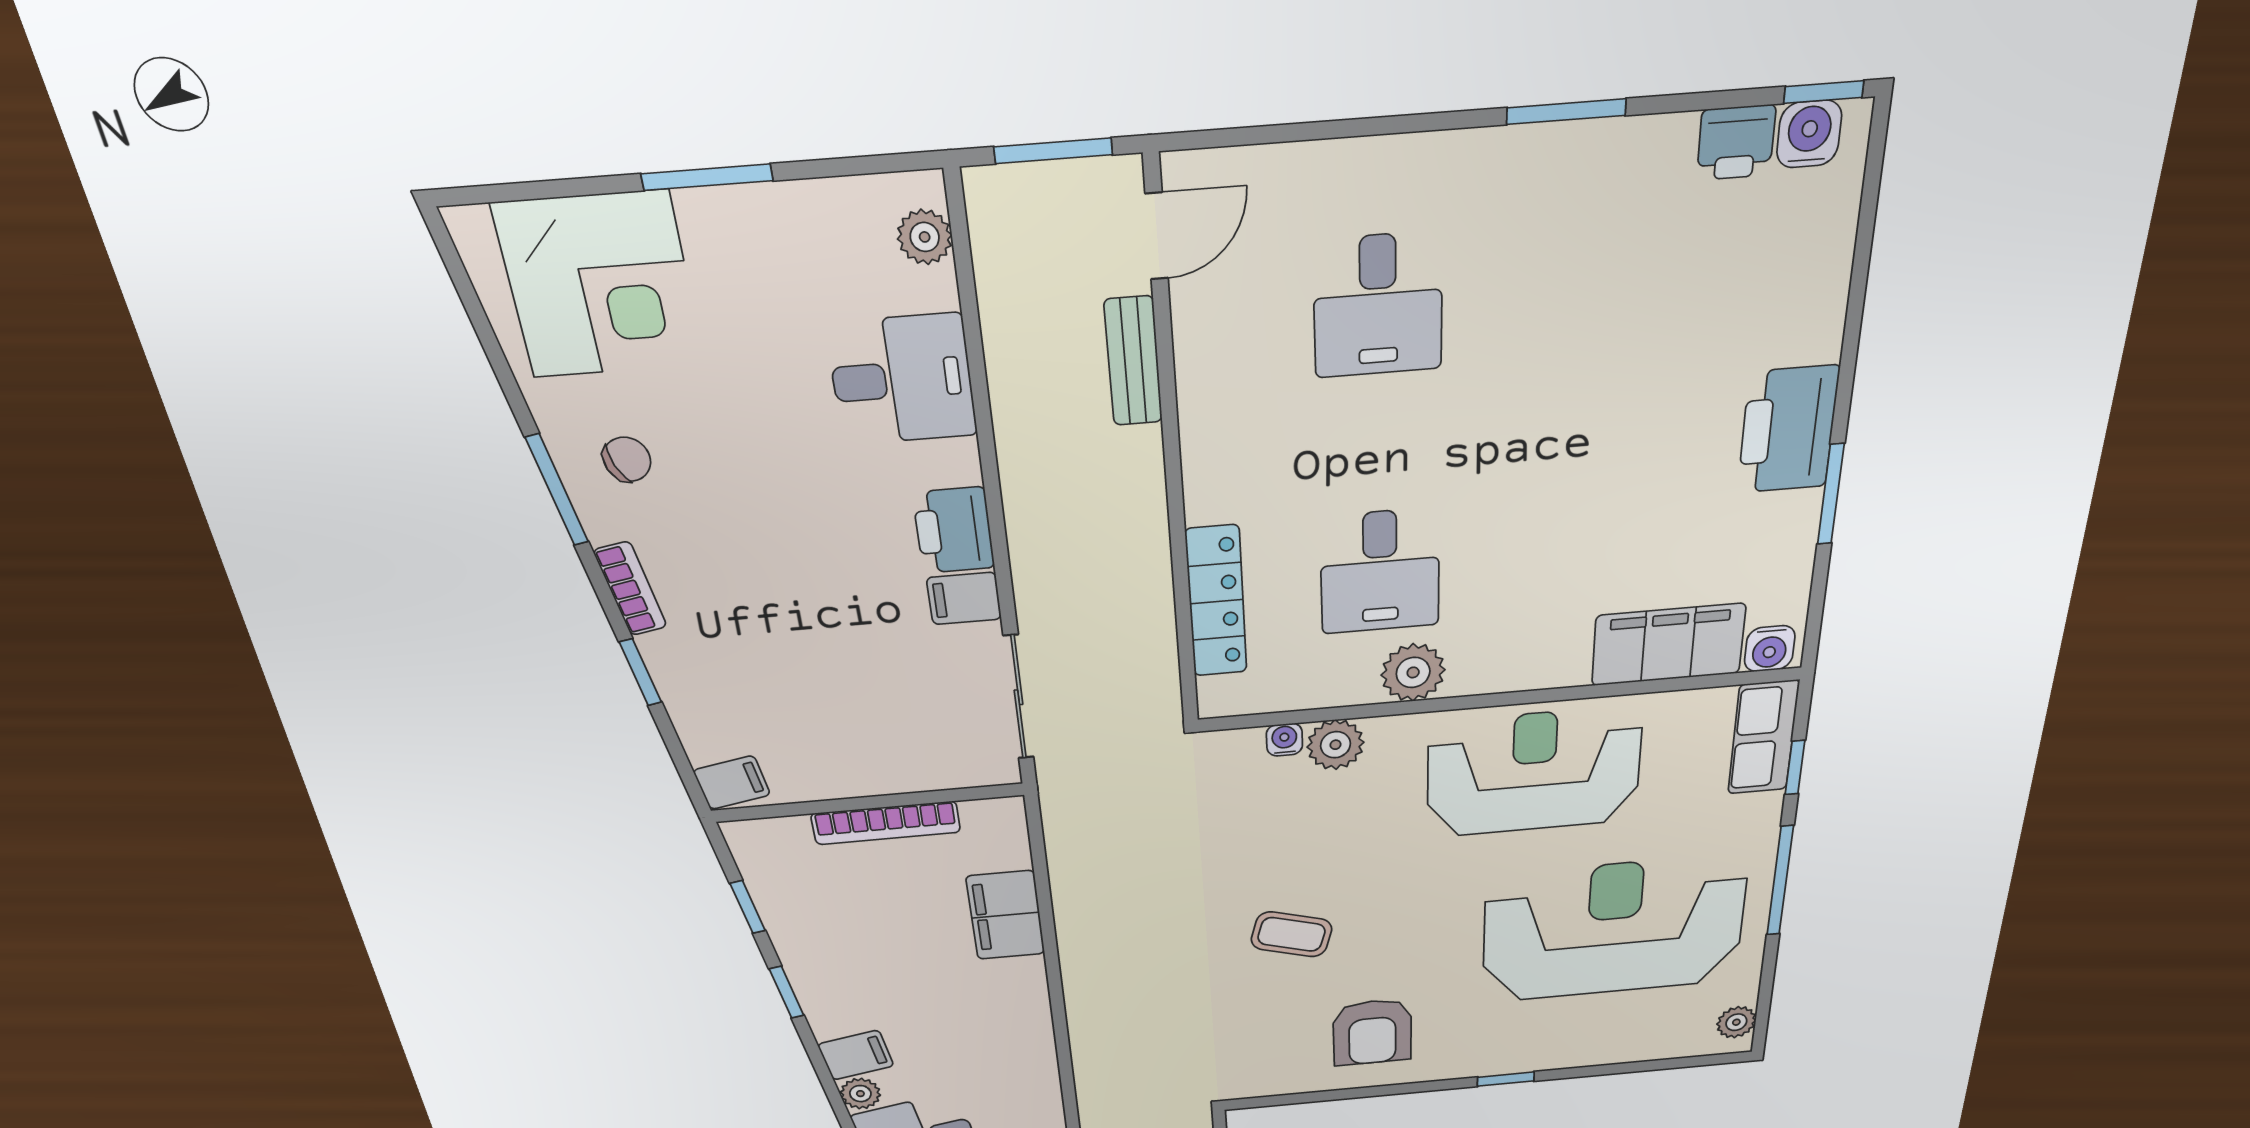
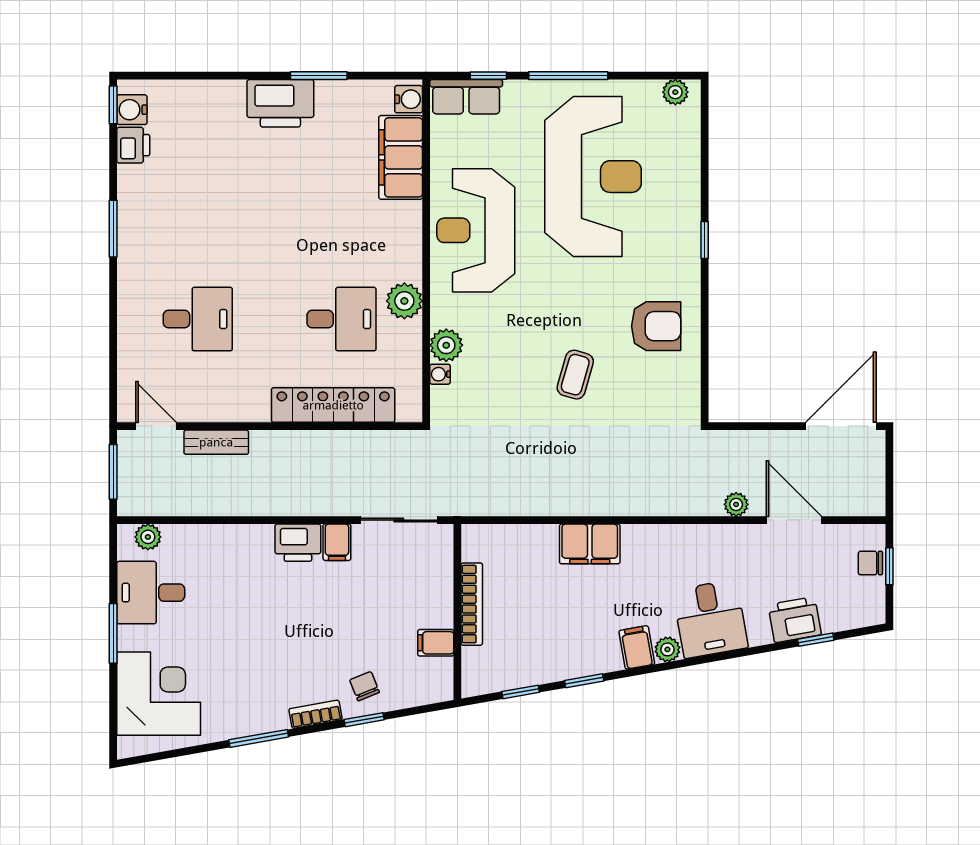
desk: (902, 380) -> (151, 593), moved, turned -90
chair: (627, 459) -> (365, 686), moved
locker: (1216, 602) -> (333, 405), width x1.41, depth x1.21
filing cabinet: (732, 783) -> (436, 643), moved, turned -80
filing cabinet: (1006, 915) -> (590, 544), moved
reception desk: (1614, 929) -> (593, 177), turned 180

